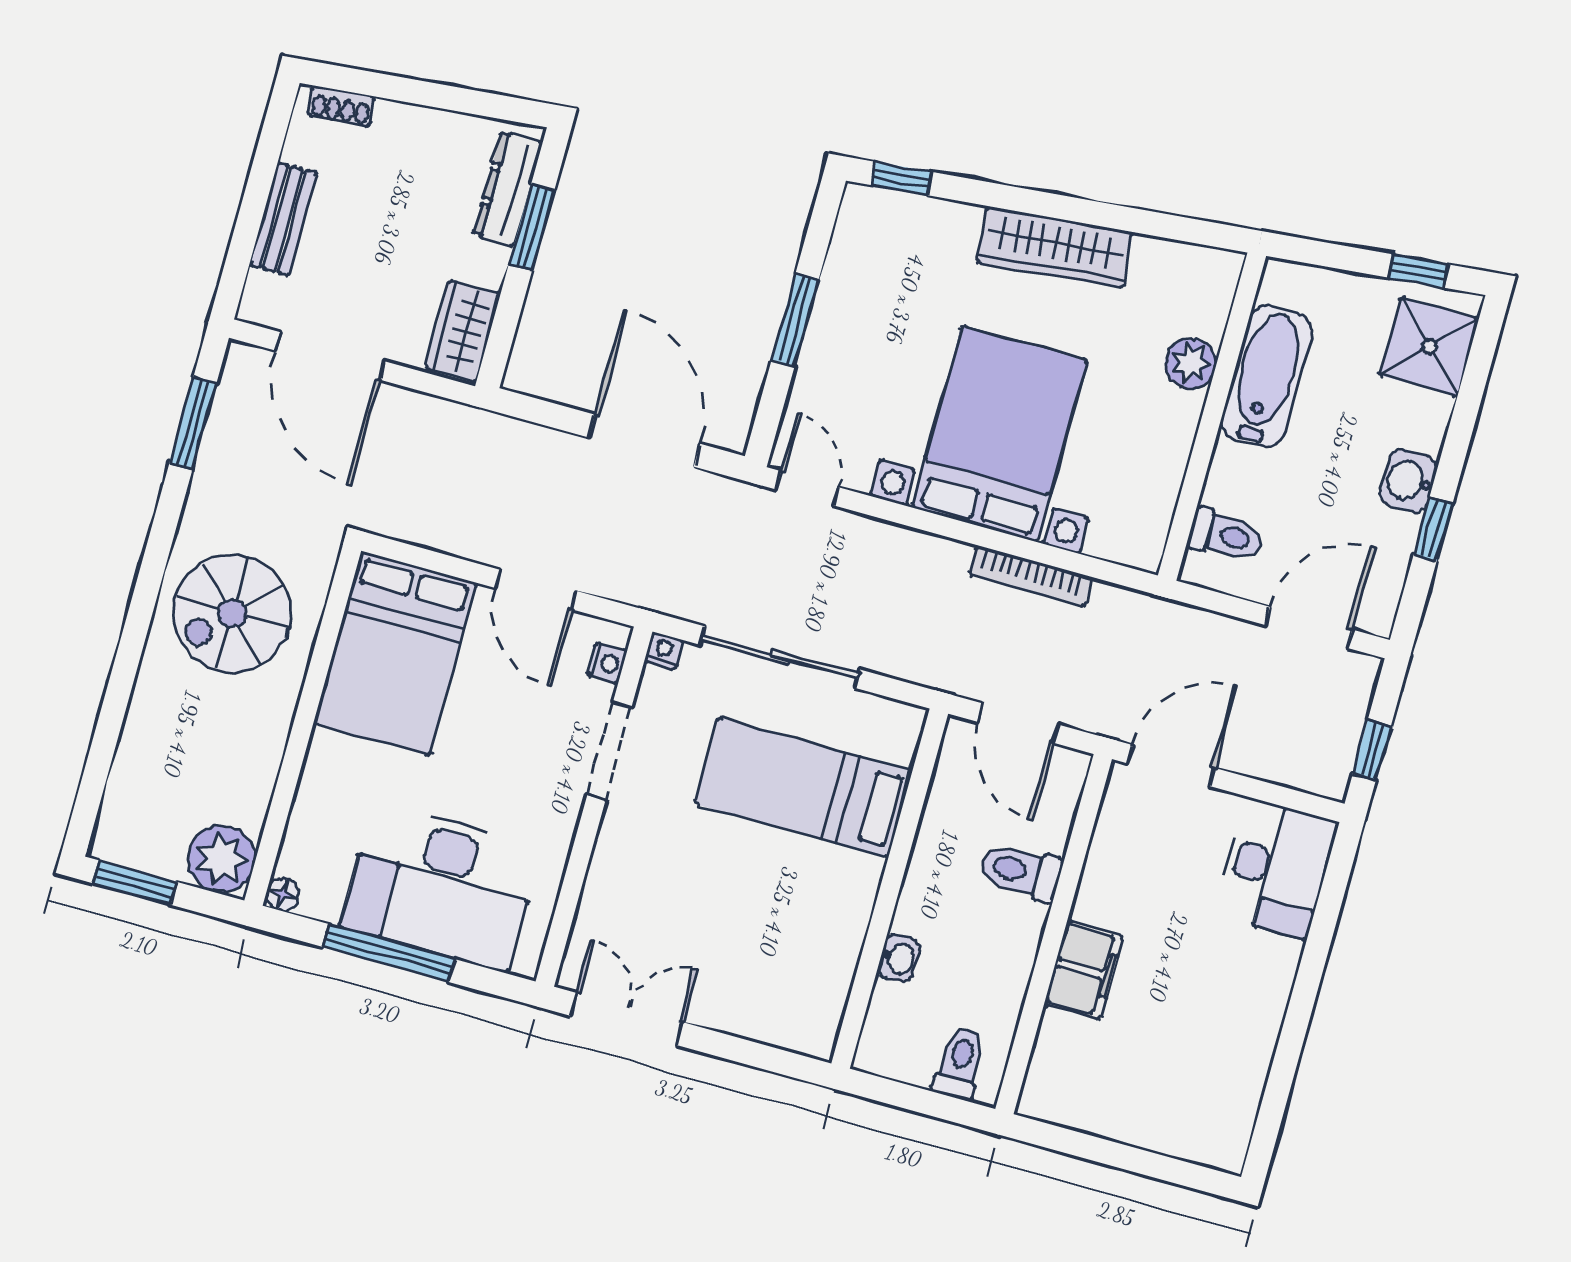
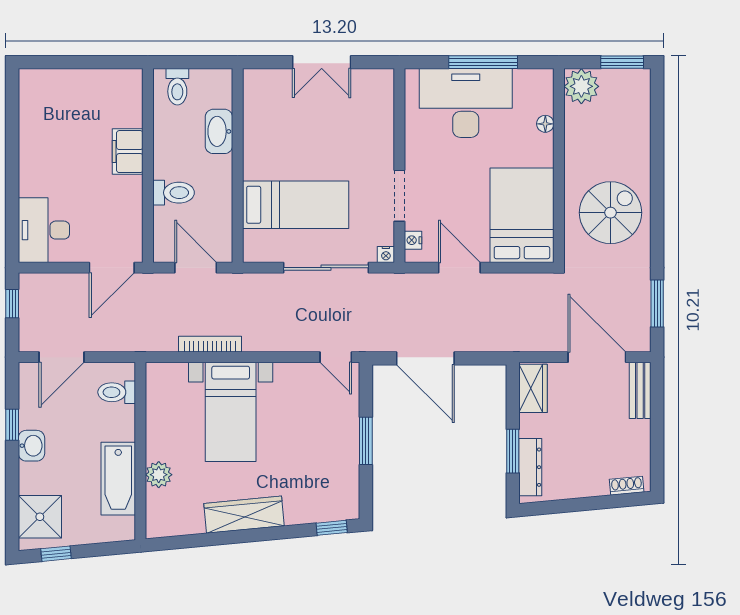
bench: (283, 219) -> (640, 390), moved
bed with nightstands: (1000, 434) -> (231, 412), width x0.73
floor lamp: (283, 894) -> (545, 124), moved
washbasin: (899, 958) -> (219, 131), width x1.91, depth x1.45
double door: (627, 1019) -> (322, 62), moved

